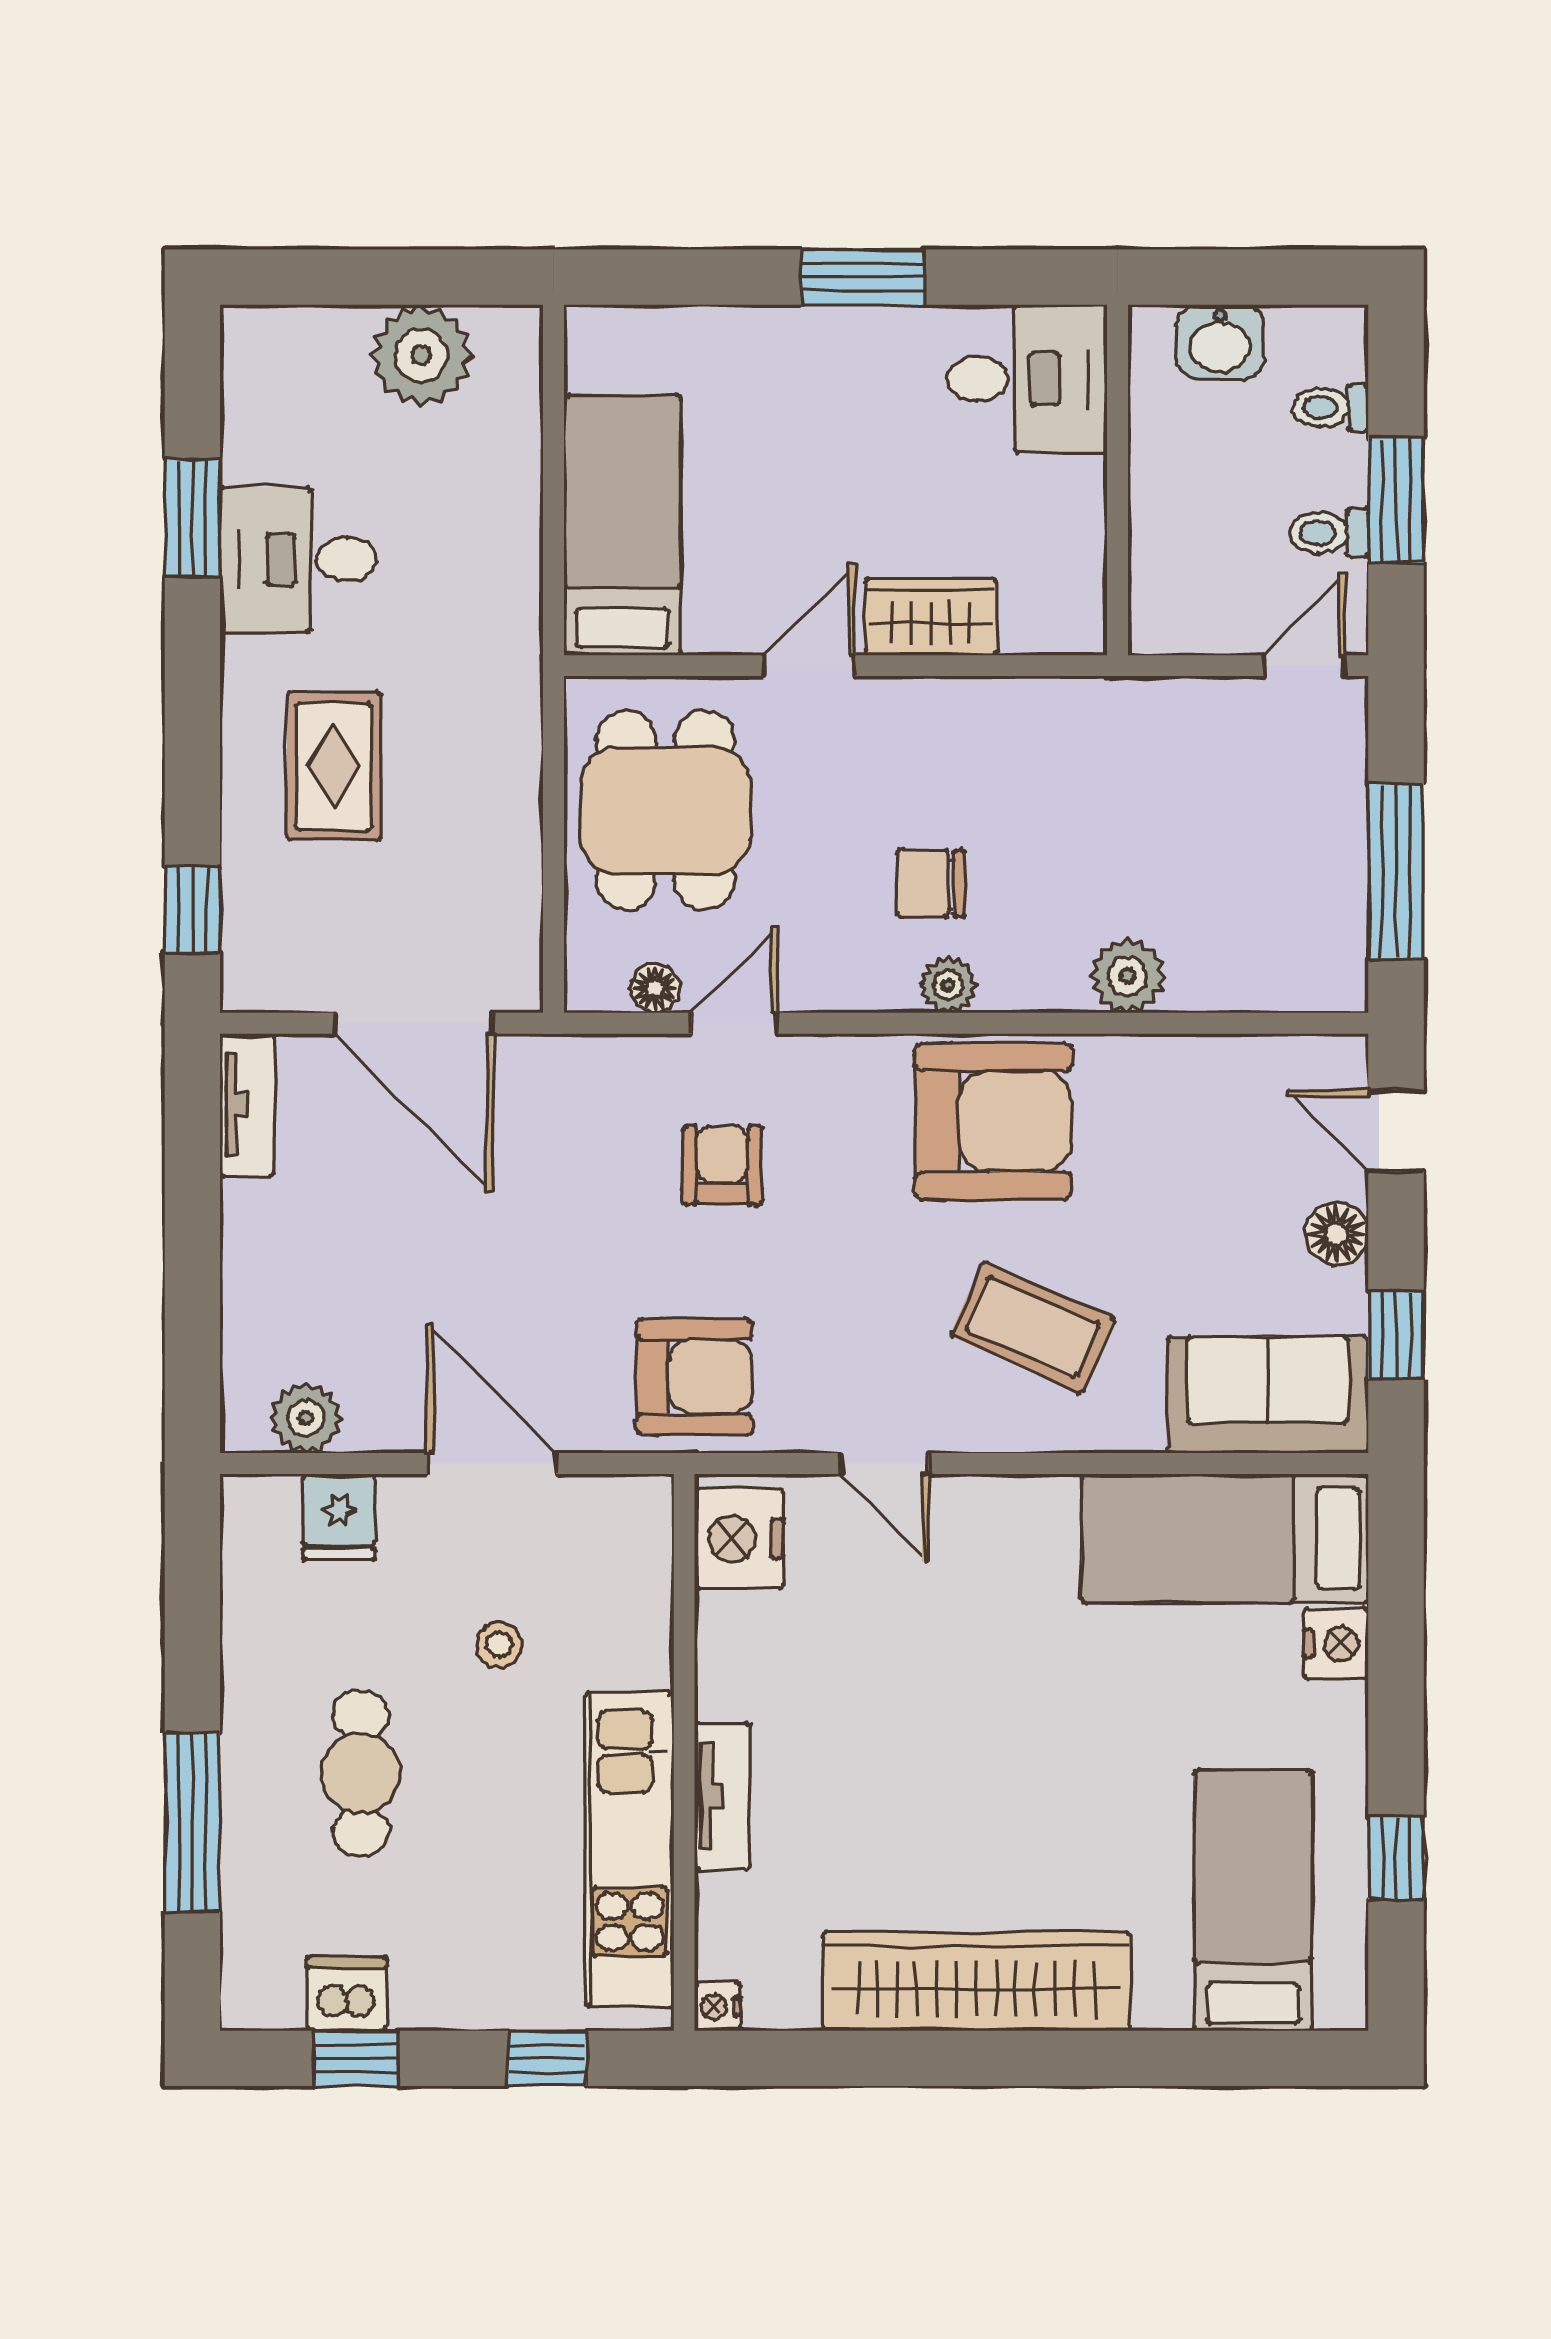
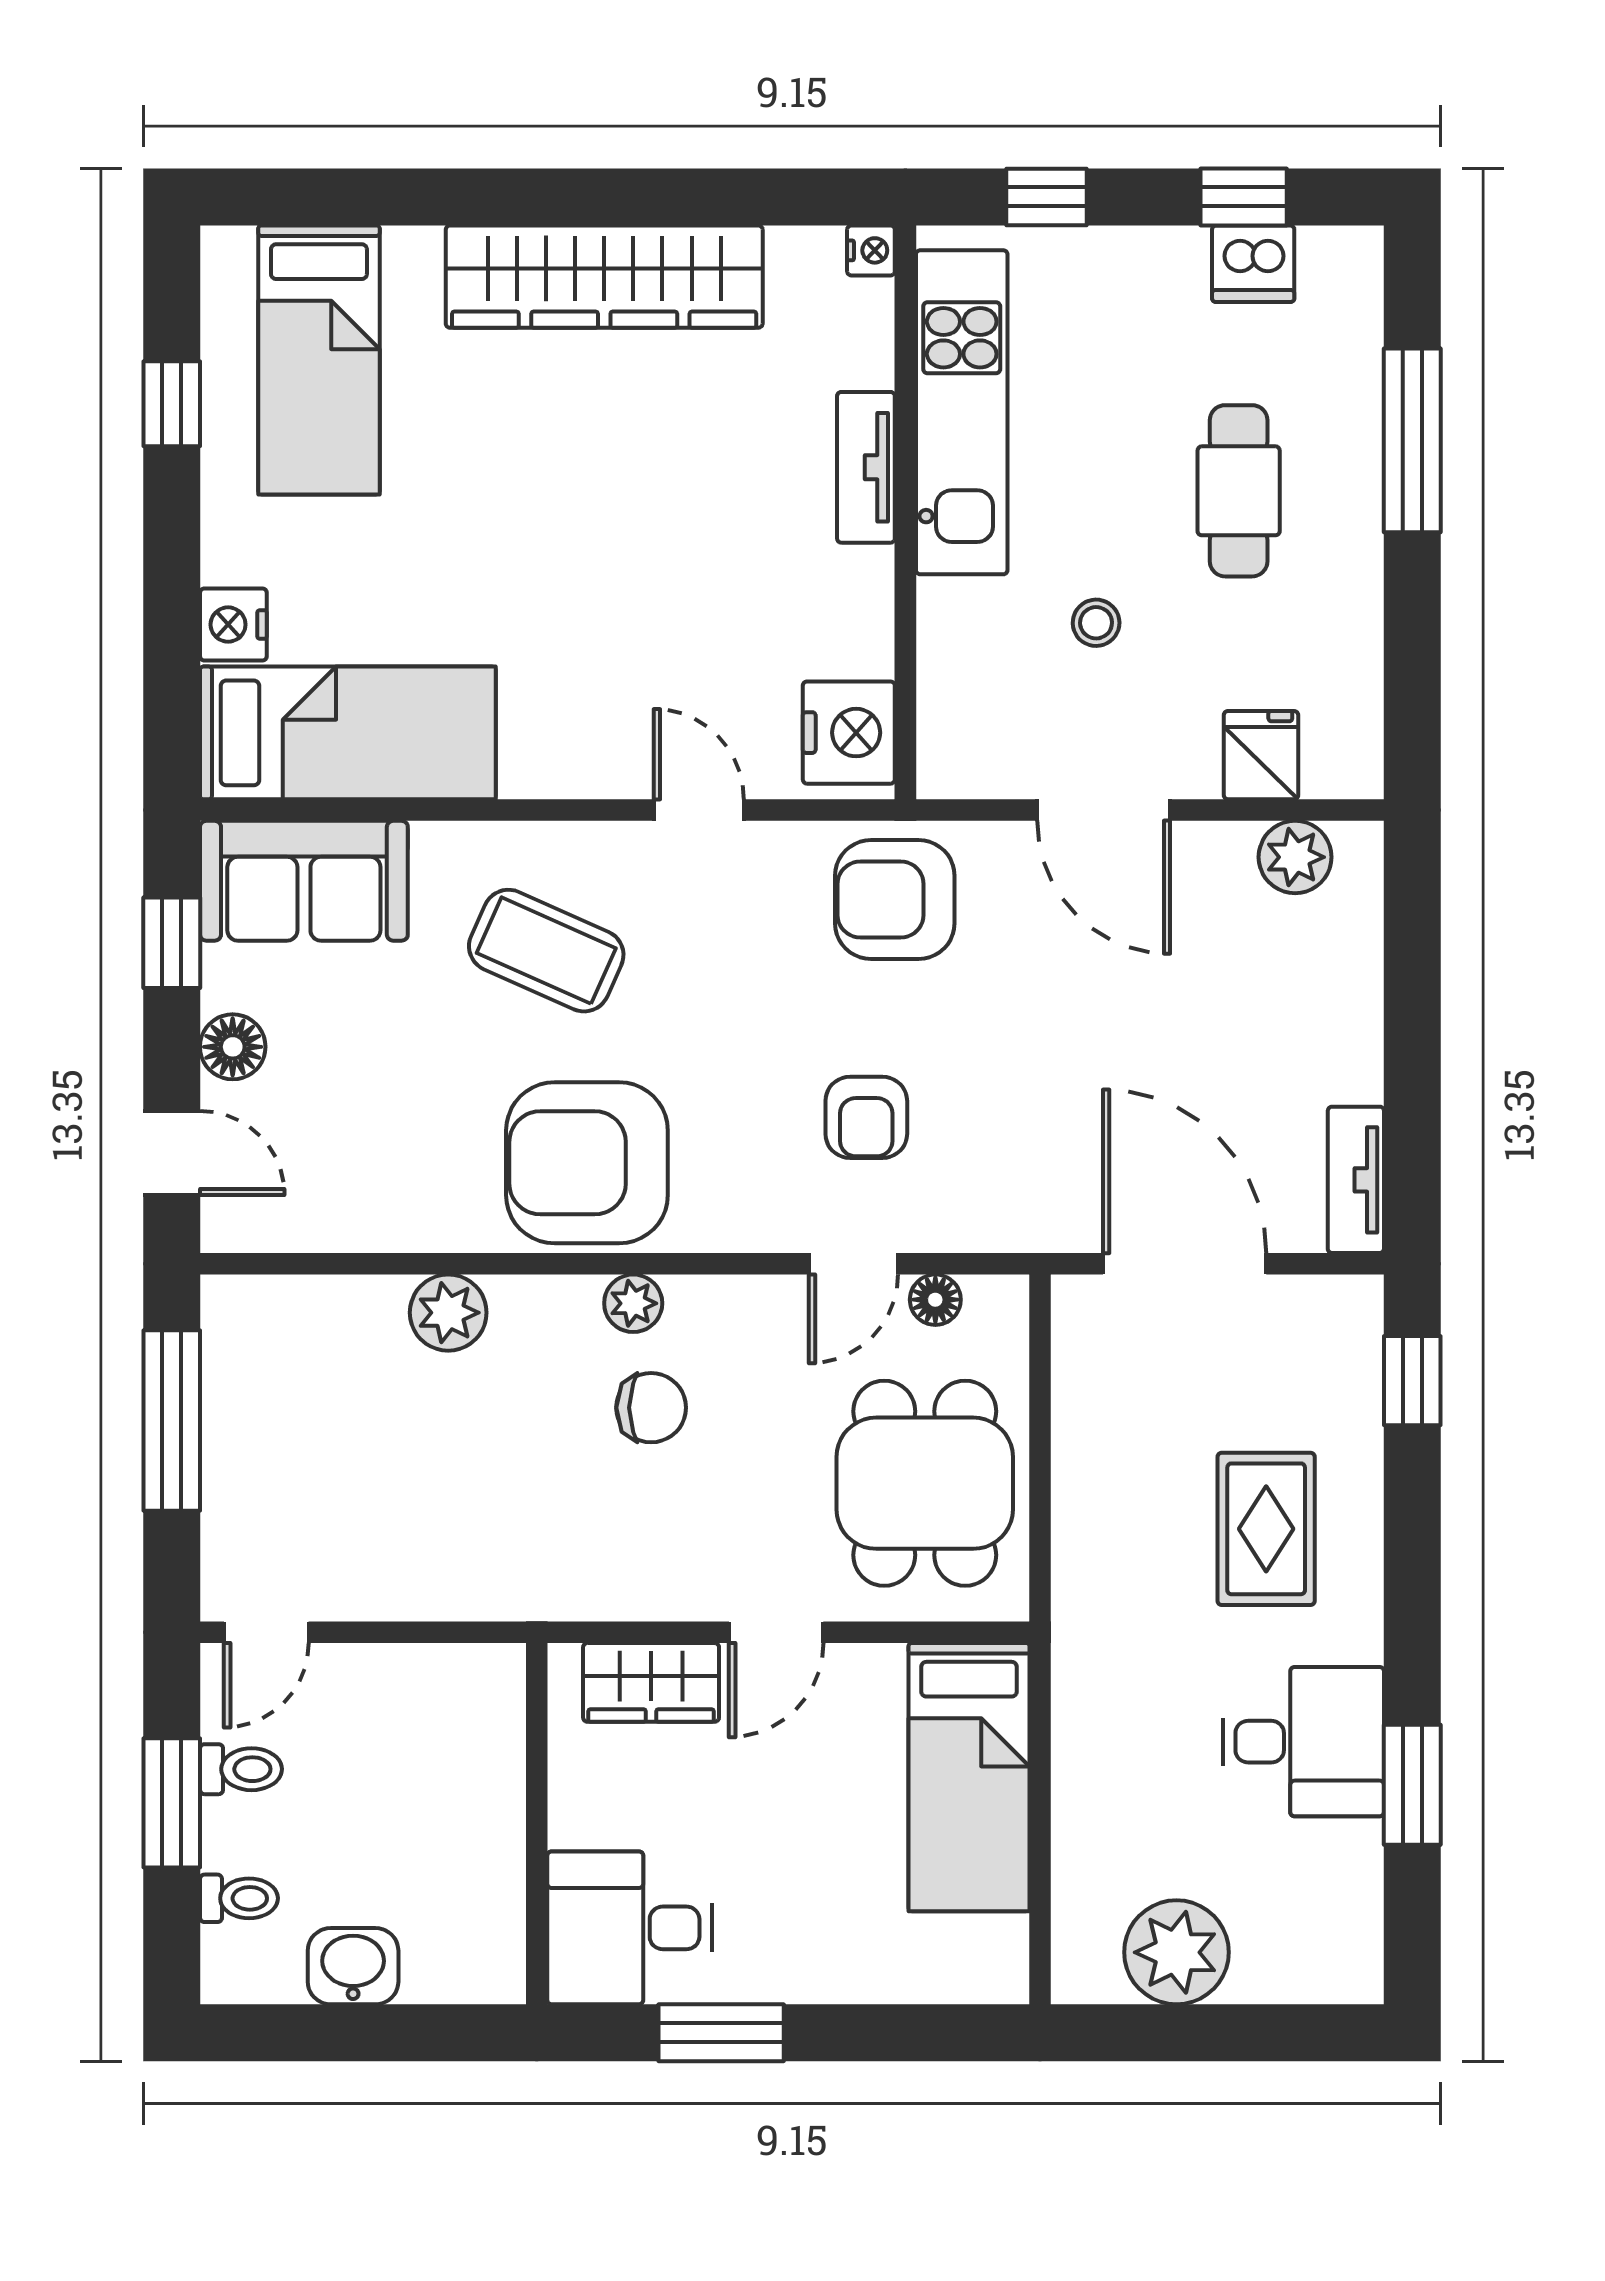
desk: (1027, 379) -> (630, 1928), moved
wall: (1117, 480) -> (537, 1824), moved

